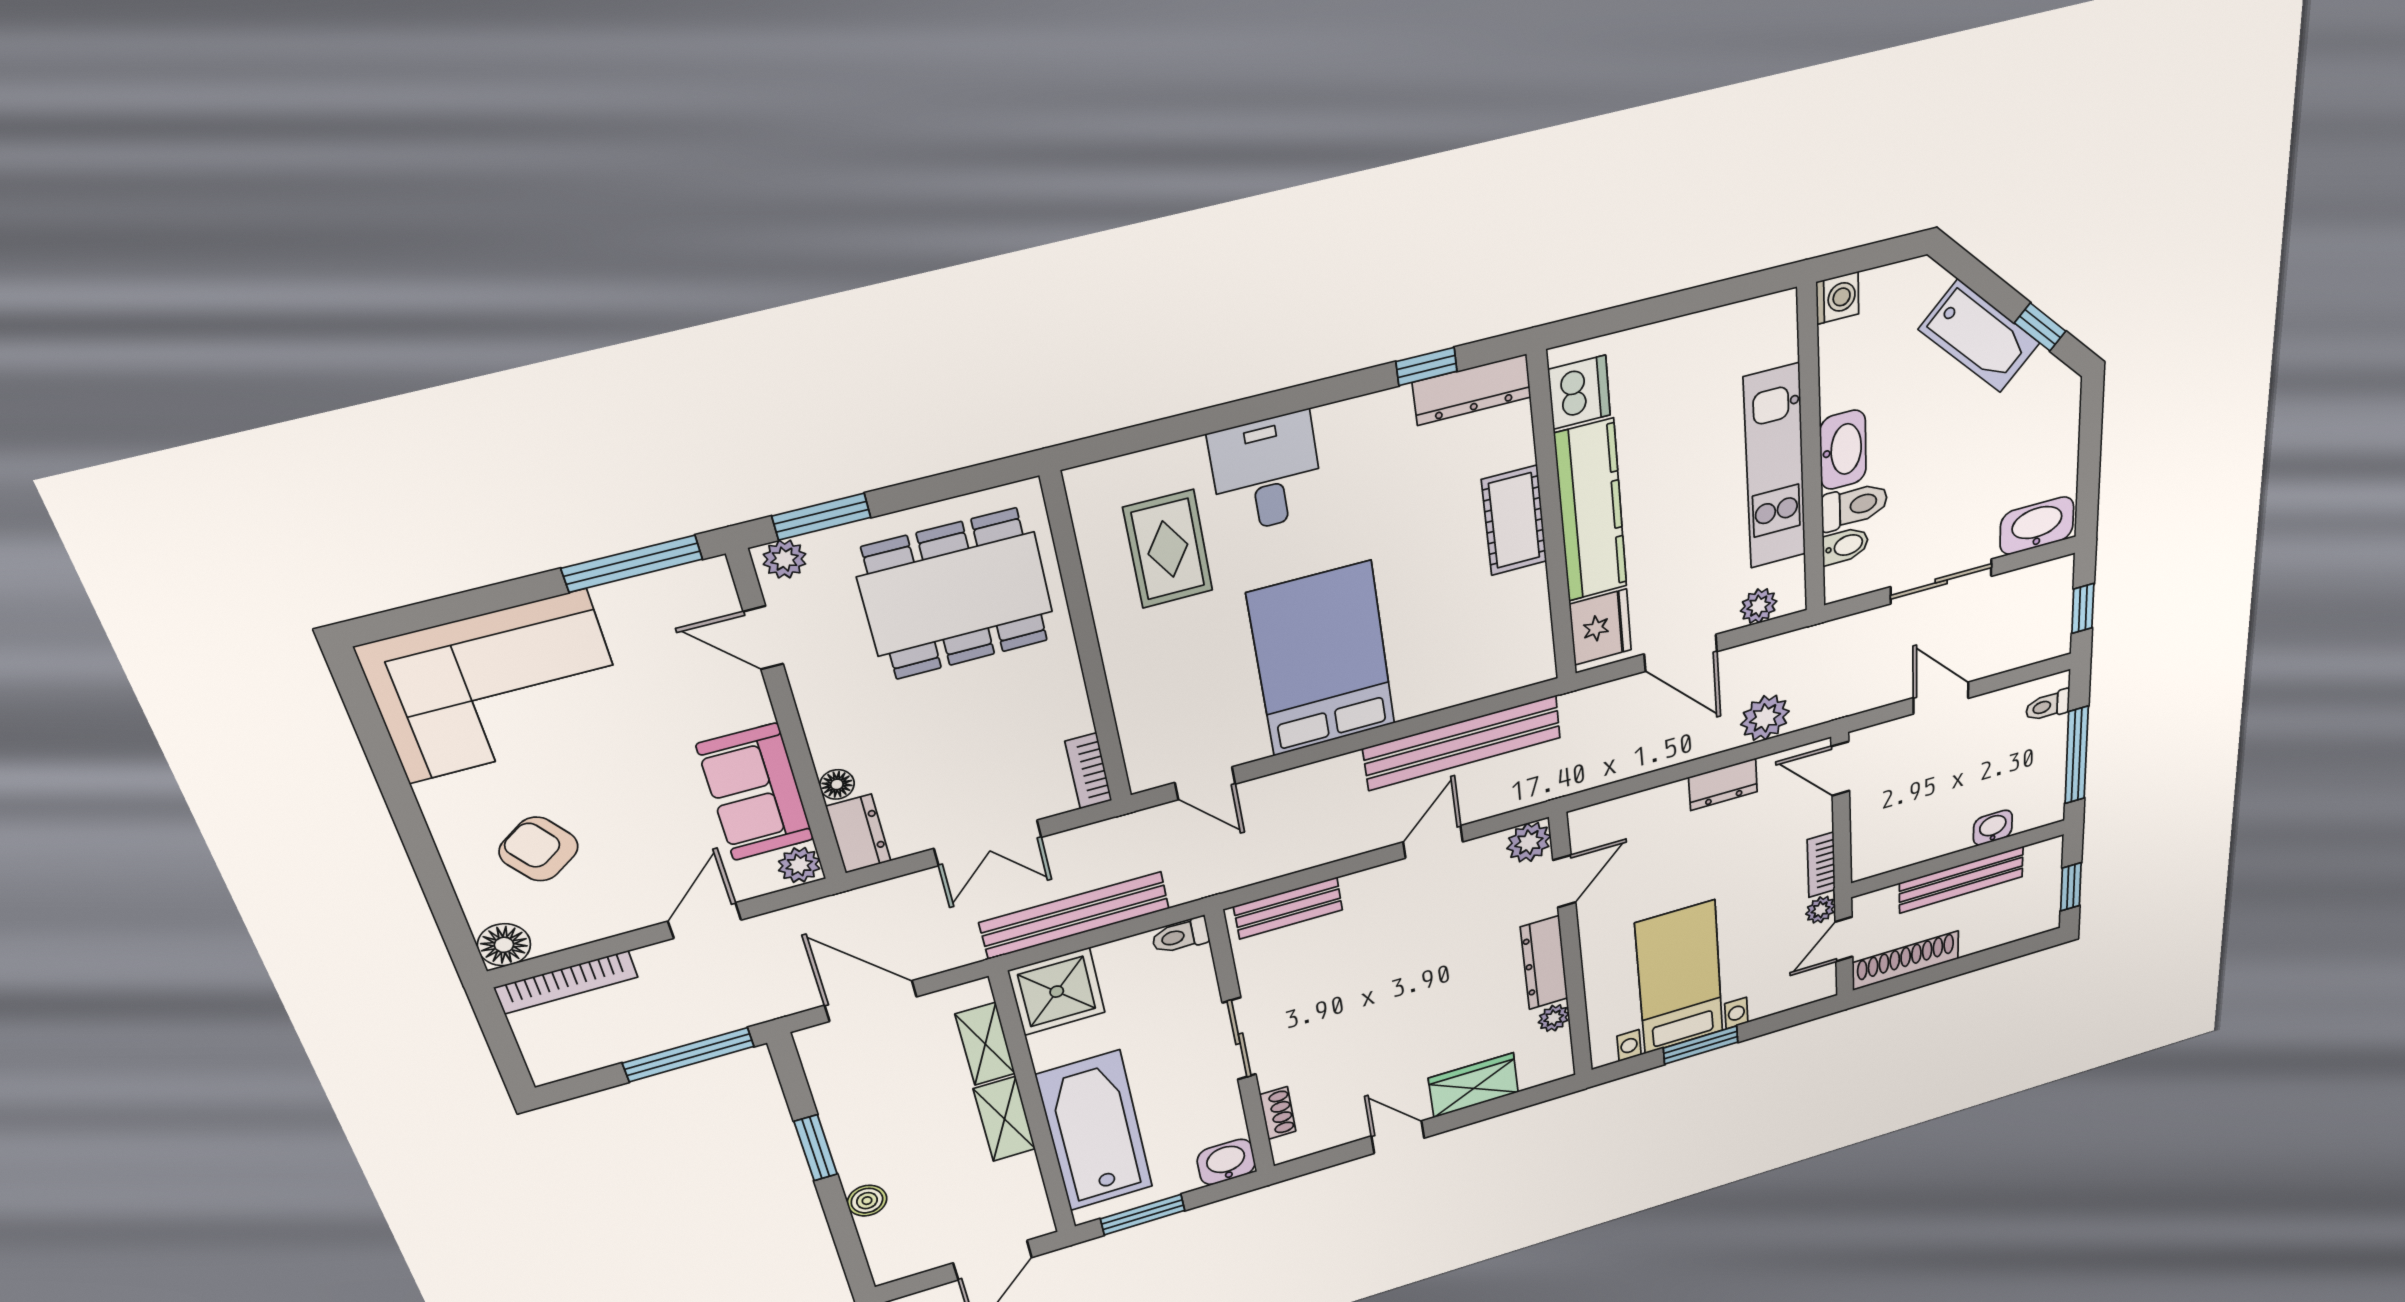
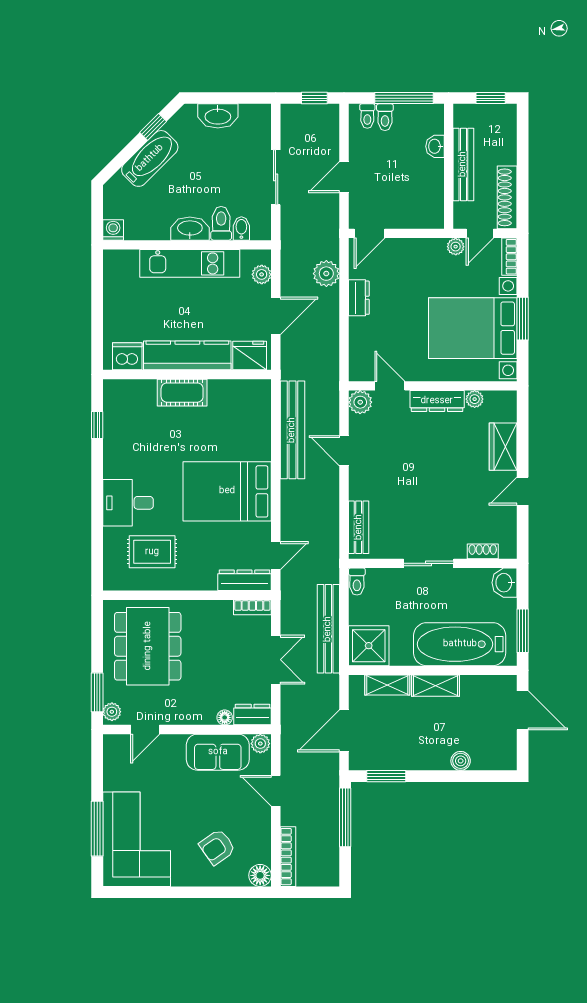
dresser: (1472, 390) -> (244, 580), moved, turned -90
washbasin: (2037, 526) -> (218, 116), moved, turned -90
window: (632, 564) -> (97, 829), moved
toilet: (2045, 735) -> (385, 117), added
bookcase: (1821, 865) -> (509, 257), moved, turned 90
door: (1844, 939) -> (480, 233), hinge flipped
bed with nightstands: (1679, 978) -> (473, 328), width x1.36
window: (816, 1148) -> (386, 776), moved

